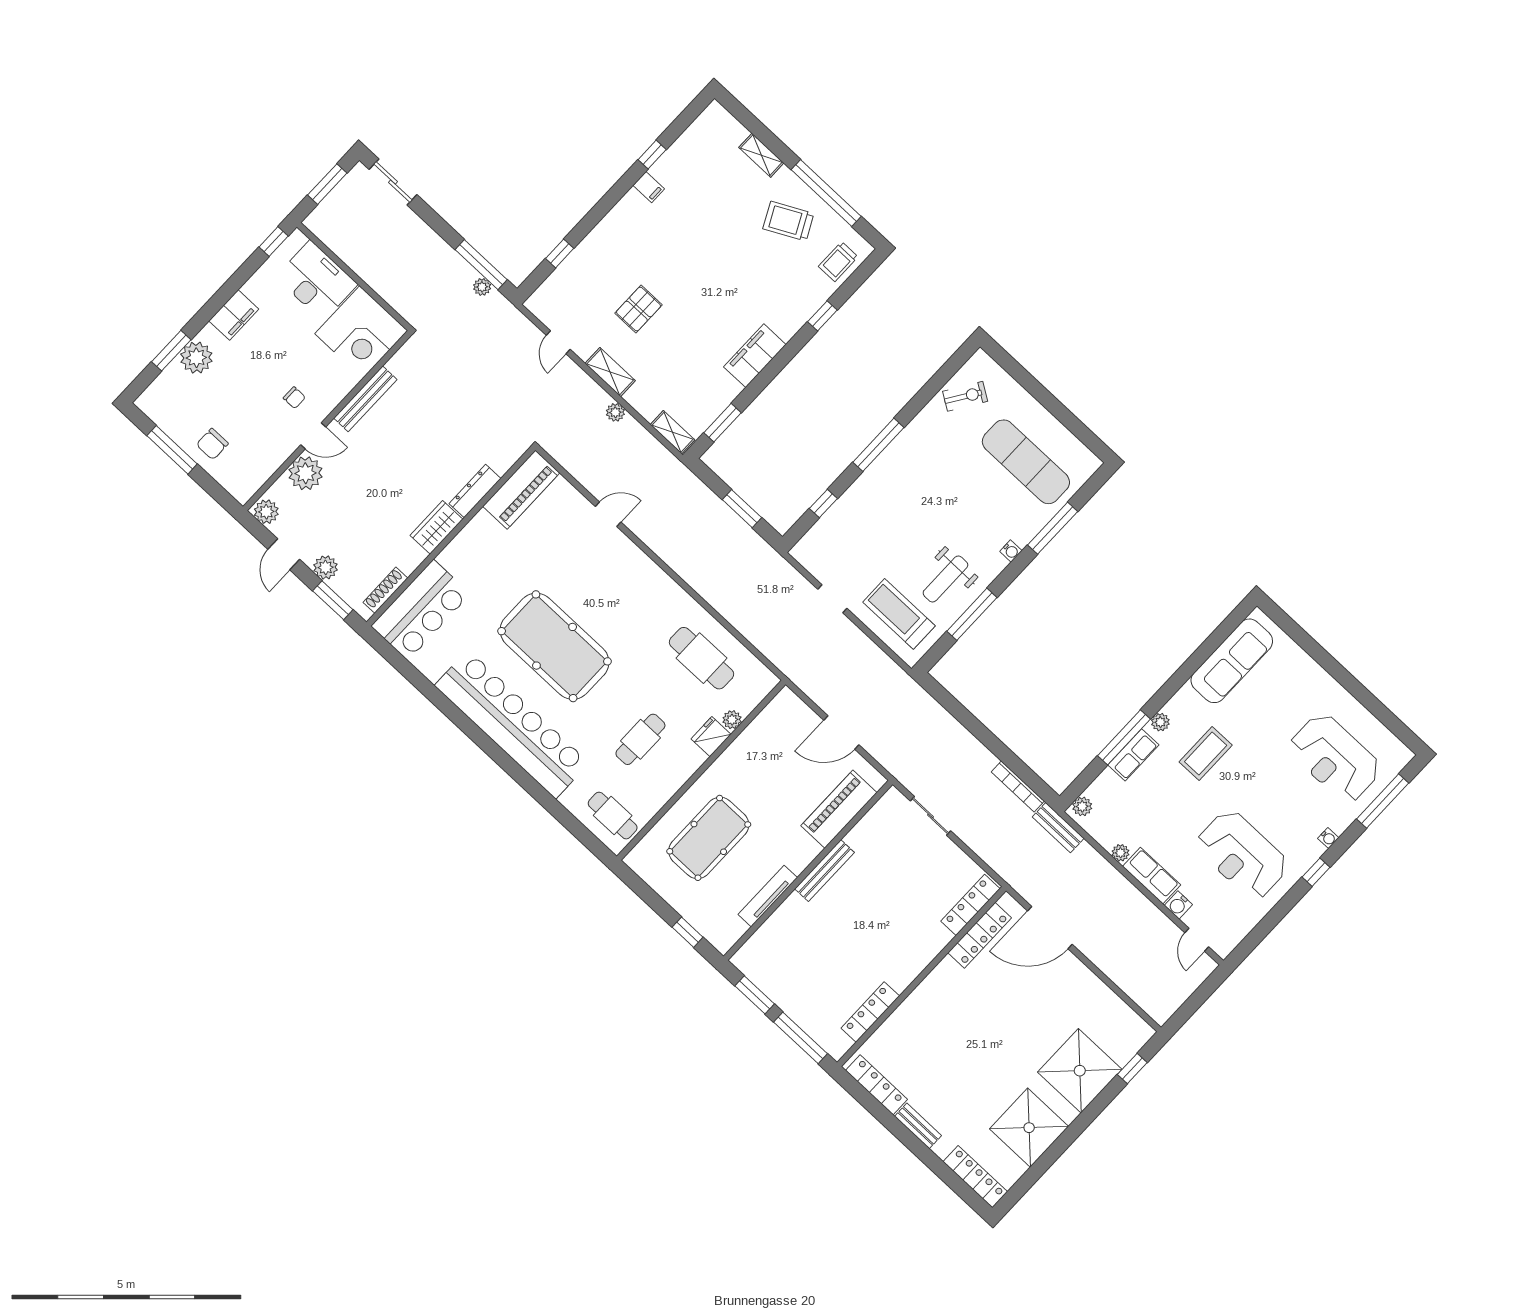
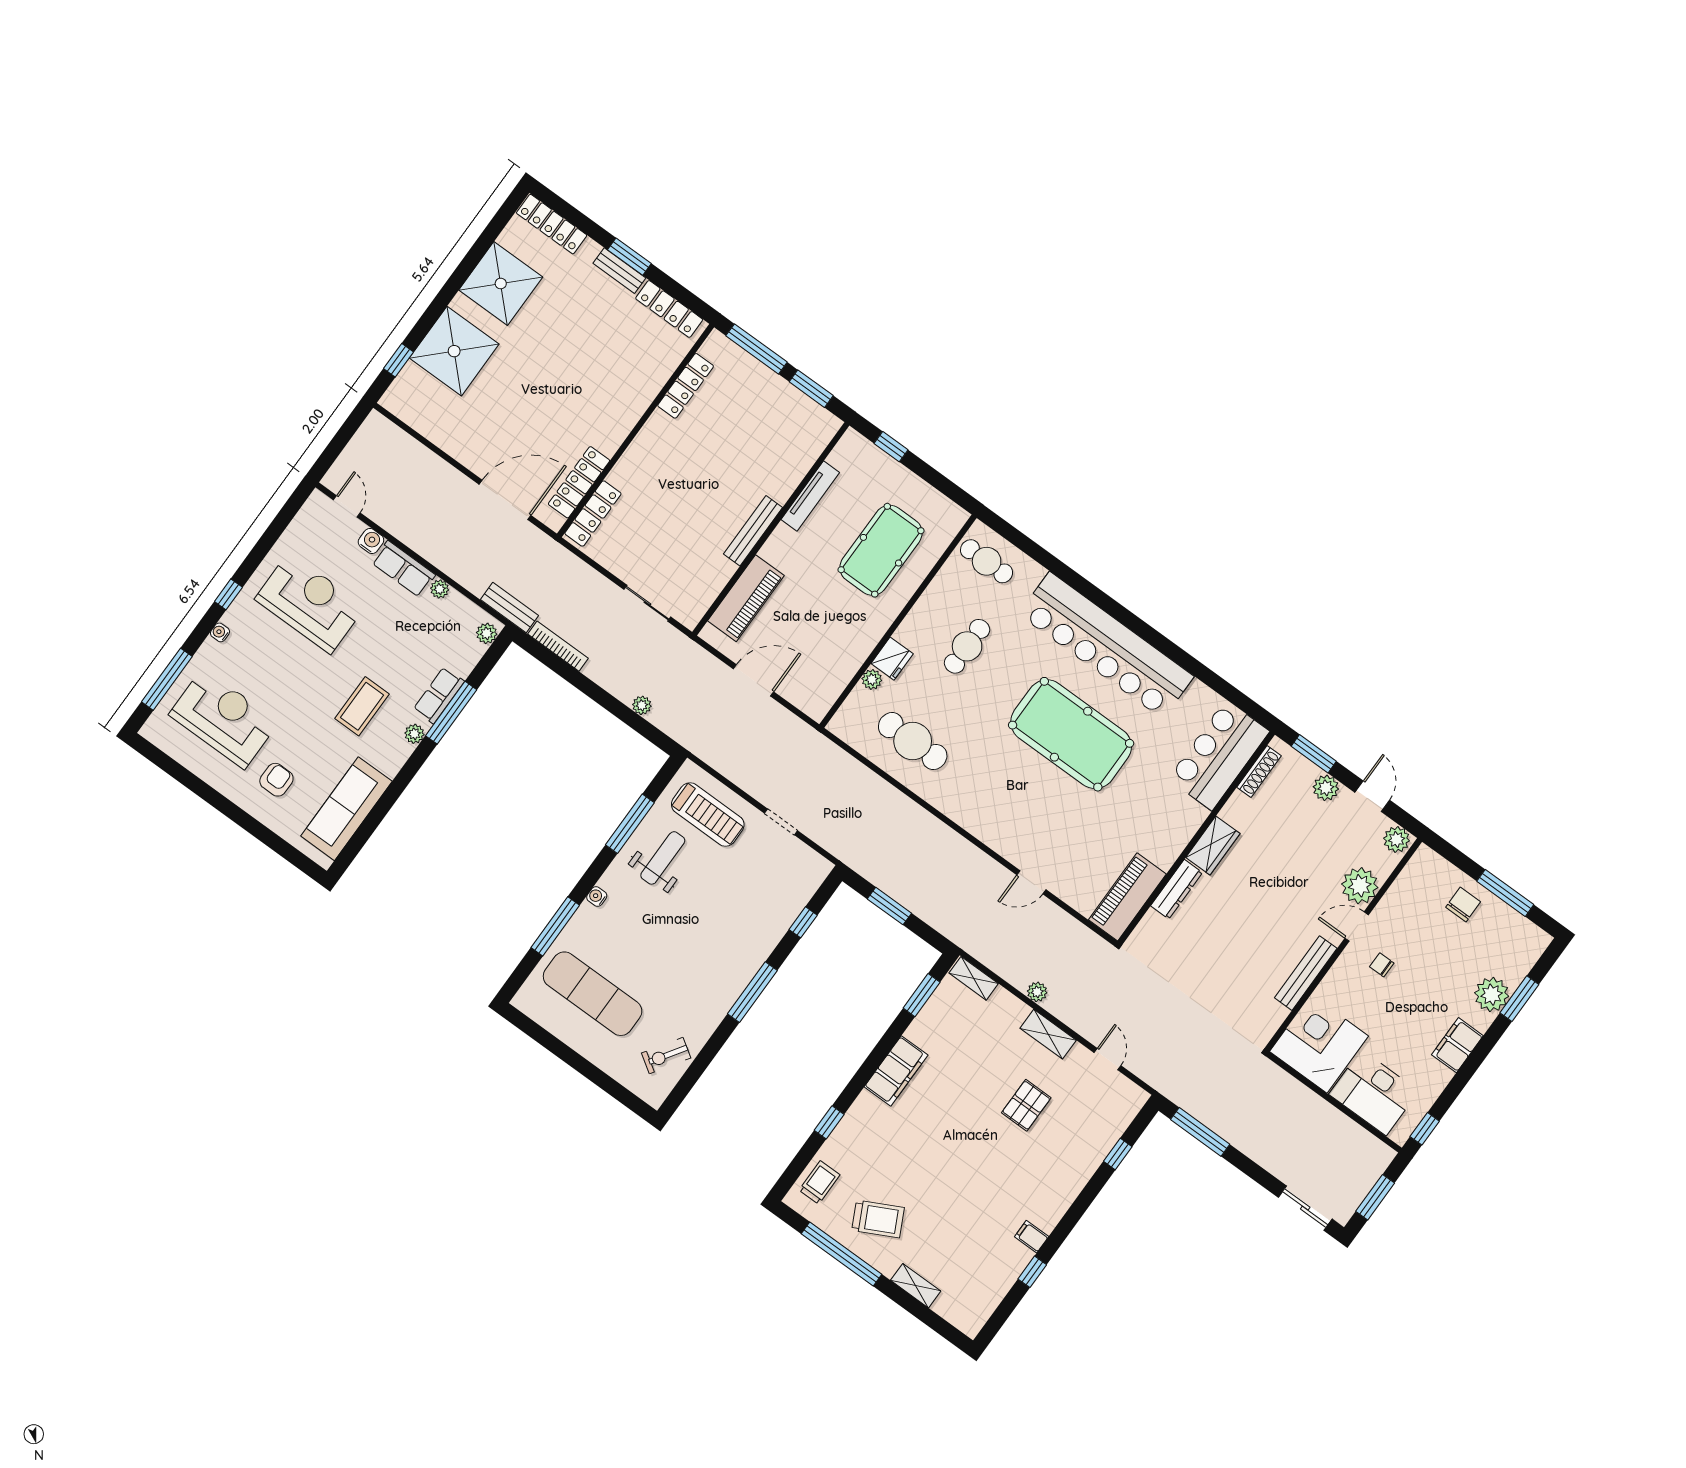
plant: (482, 287) -> (642, 705), moved
armchair: (1293, 696) -> (276, 780), added
window: (907, 1138) -> (629, 257), added

